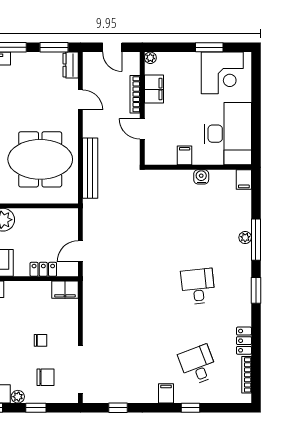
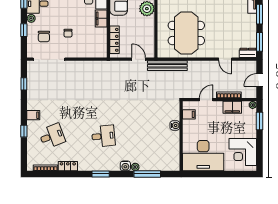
window: (209, 47) -> (260, 121), moved
door: (80, 100) -> (225, 59), hinge flipped
filing cabinet: (185, 155) -> (189, 114), moved
bench: (90, 168) -> (167, 66), moved
water cooler: (201, 177) -> (175, 125), moved
filing cabinet: (244, 179) -> (173, 166), removed
window: (256, 240) -> (147, 174), moved
door: (80, 251) -> (139, 59), moved
water cooler: (244, 253) -> (125, 166), added
locker: (43, 269) -> (114, 40), width x1.53
filing cabinet: (65, 290) -> (101, 18), moved

